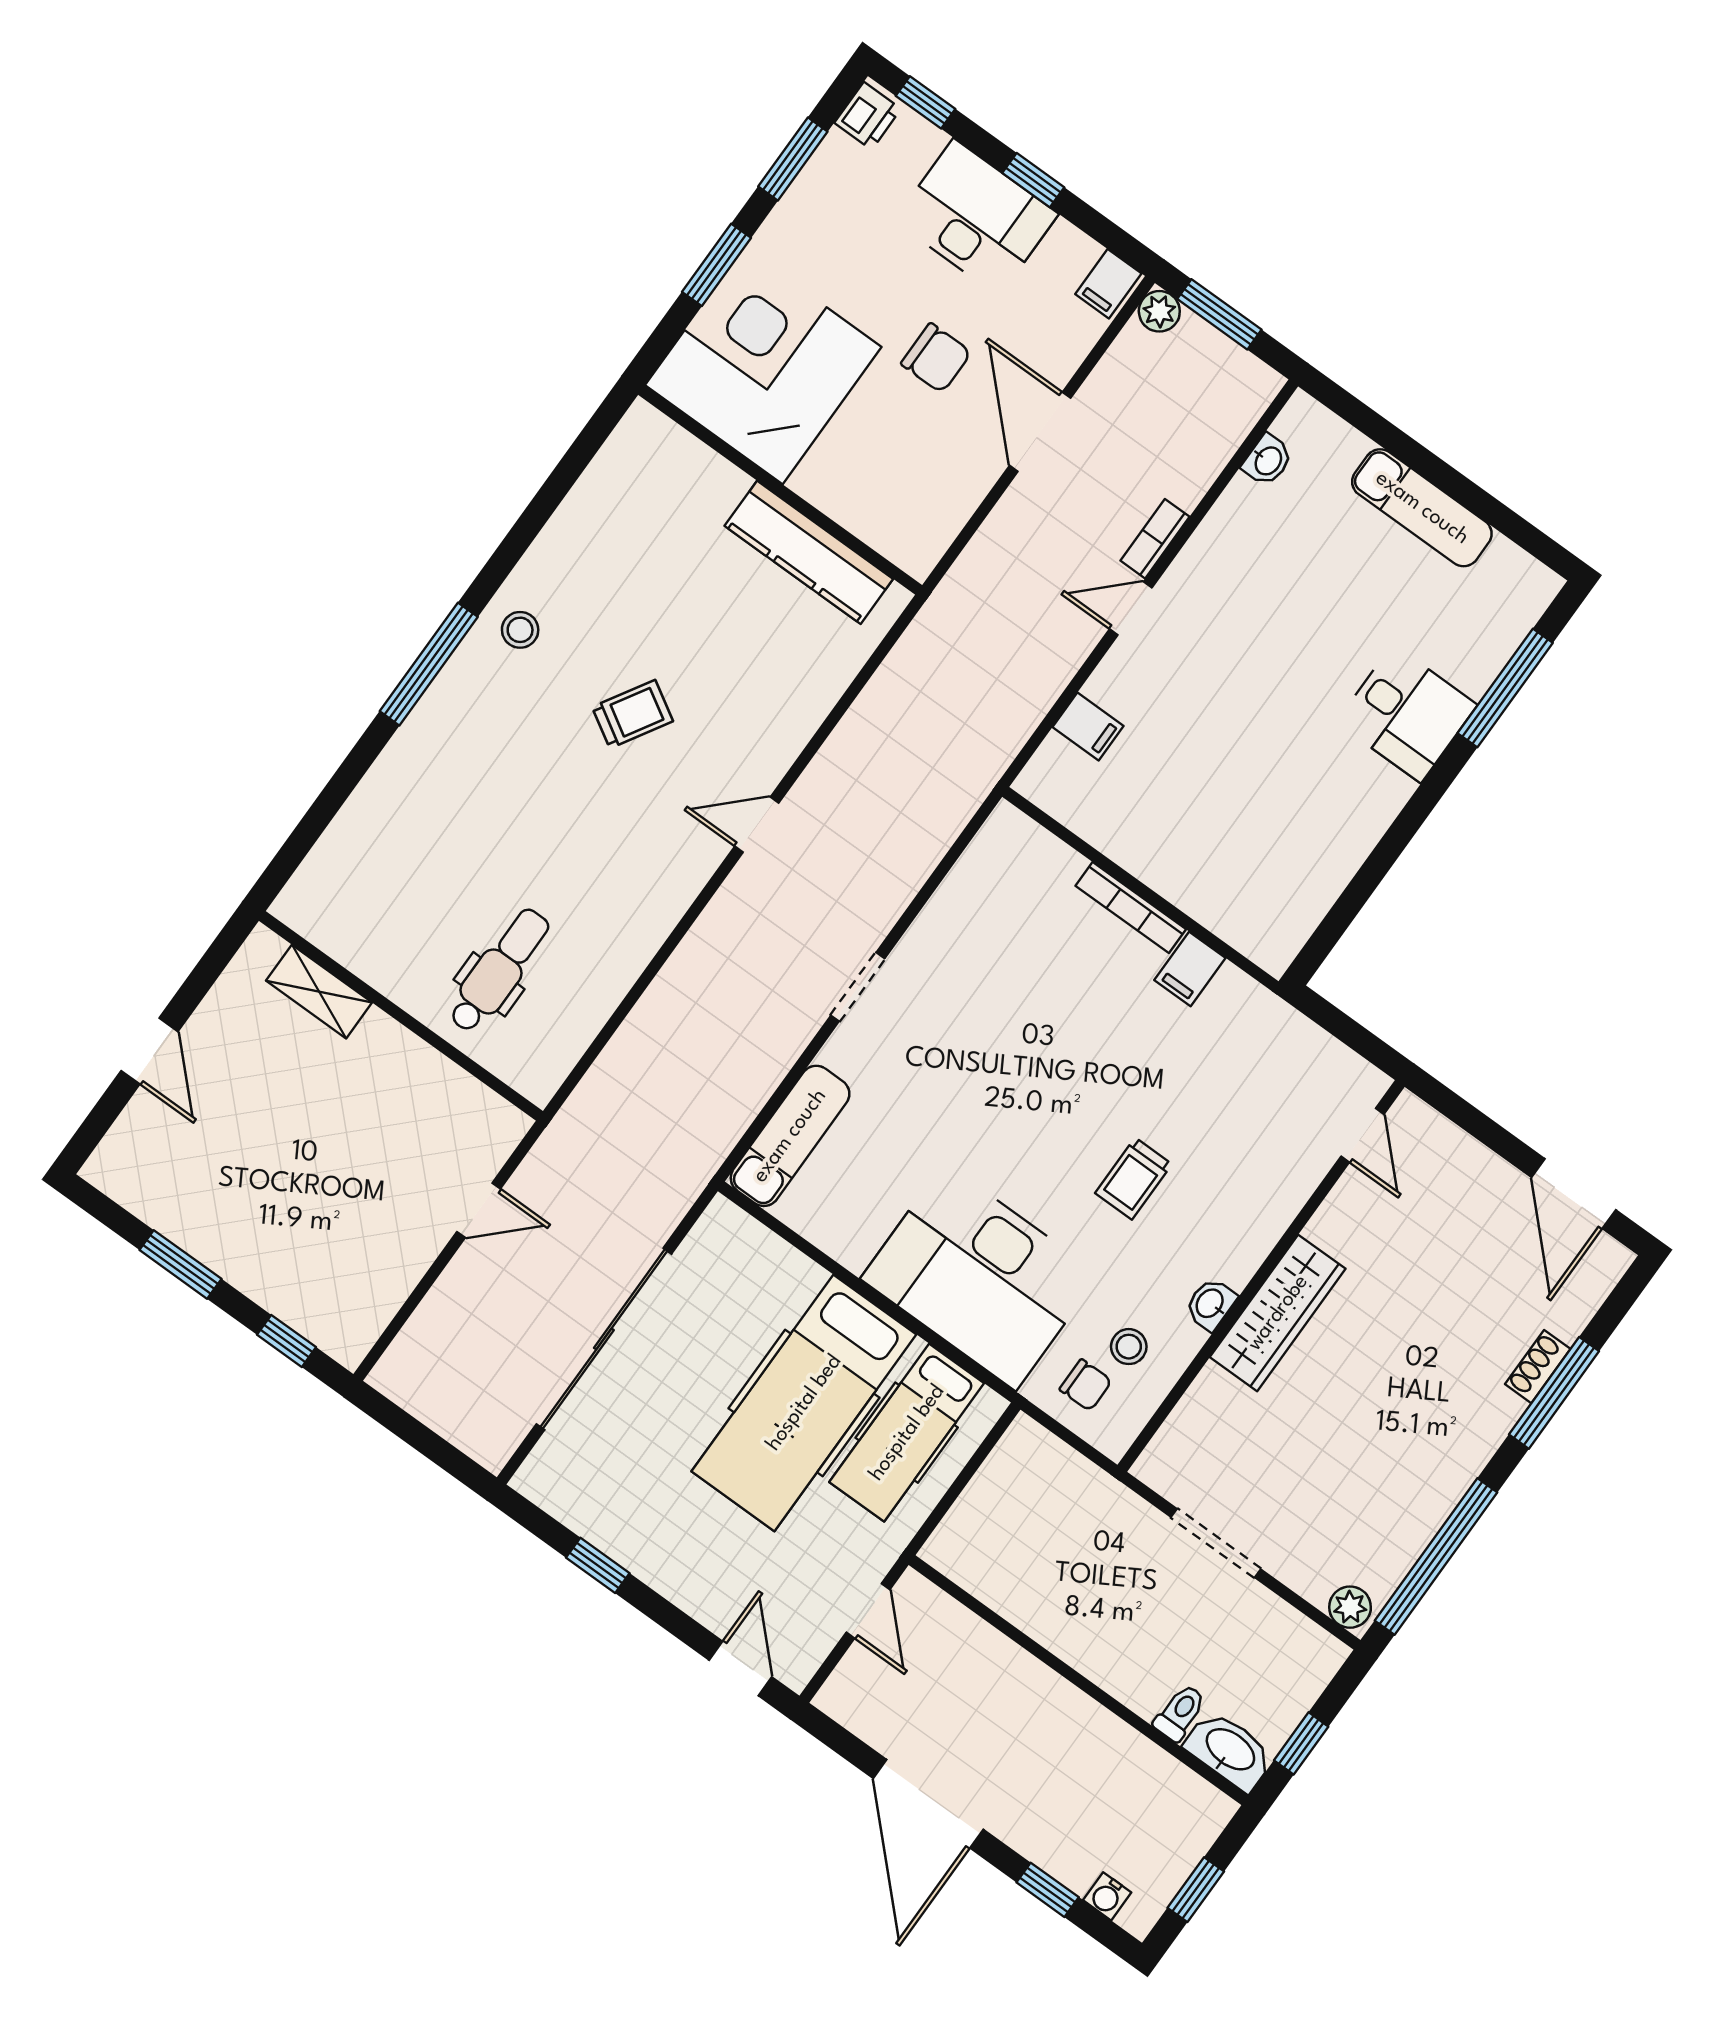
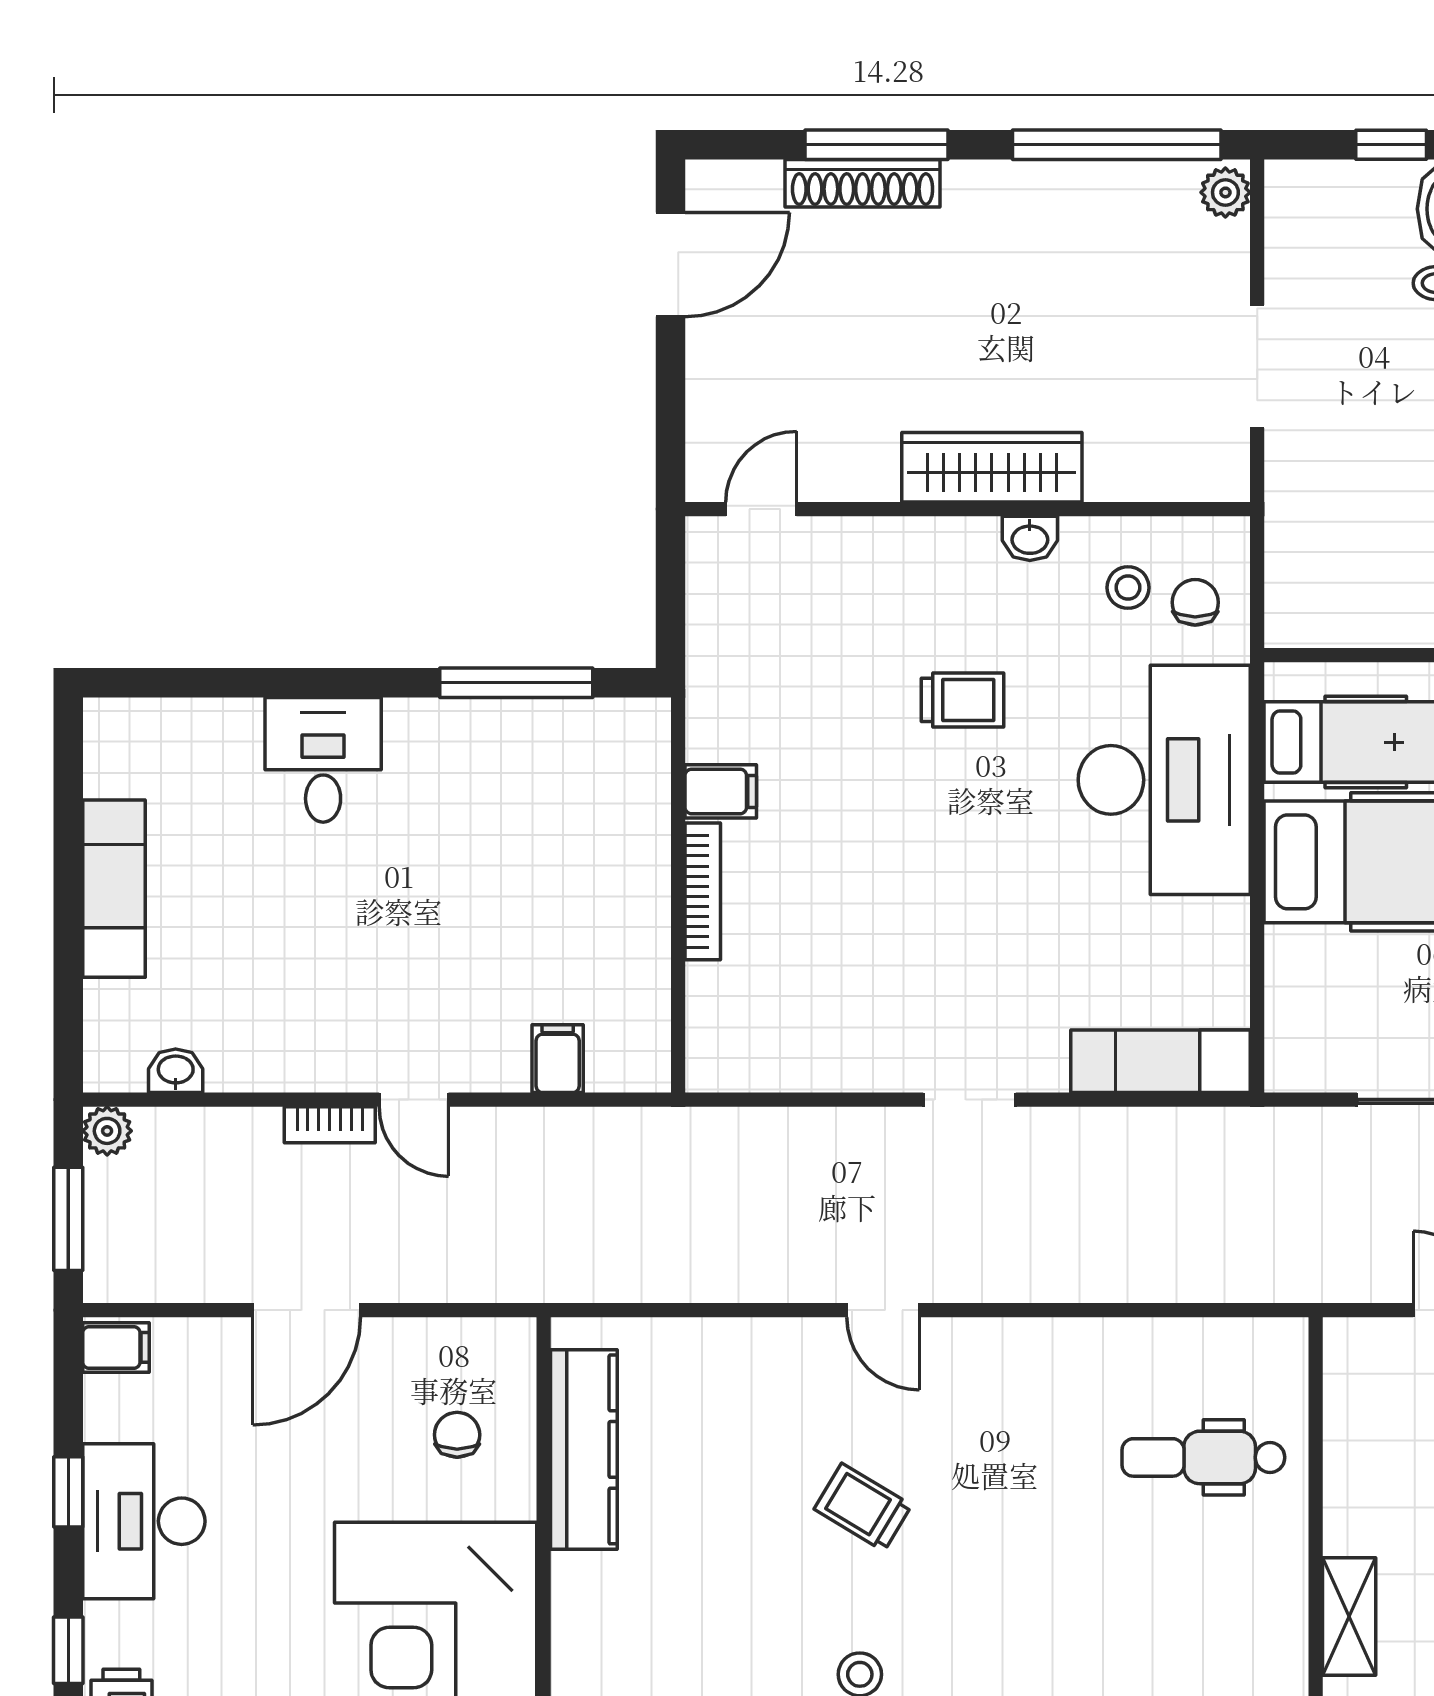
plant: (1159, 311) -> (107, 1131), moved
chair: (936, 358) -> (457, 1435), moved, width x0.73, depth x0.73
window: (1505, 688) -> (516, 683), moved
shoe rack: (1538, 1367) -> (863, 183), width x1.94, depth x1.24

